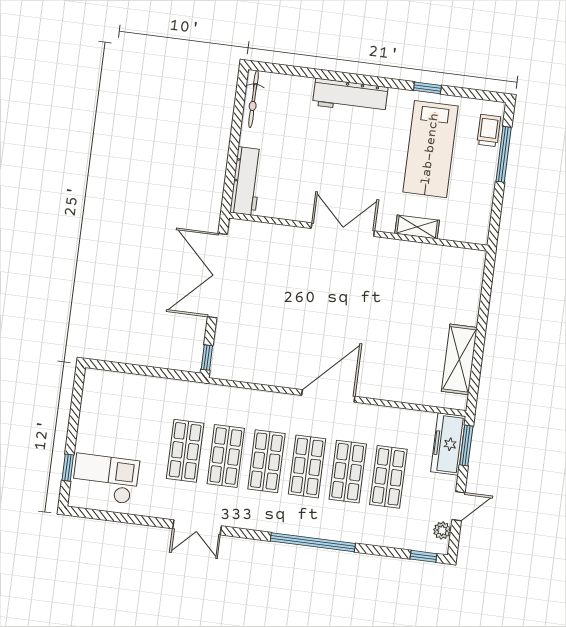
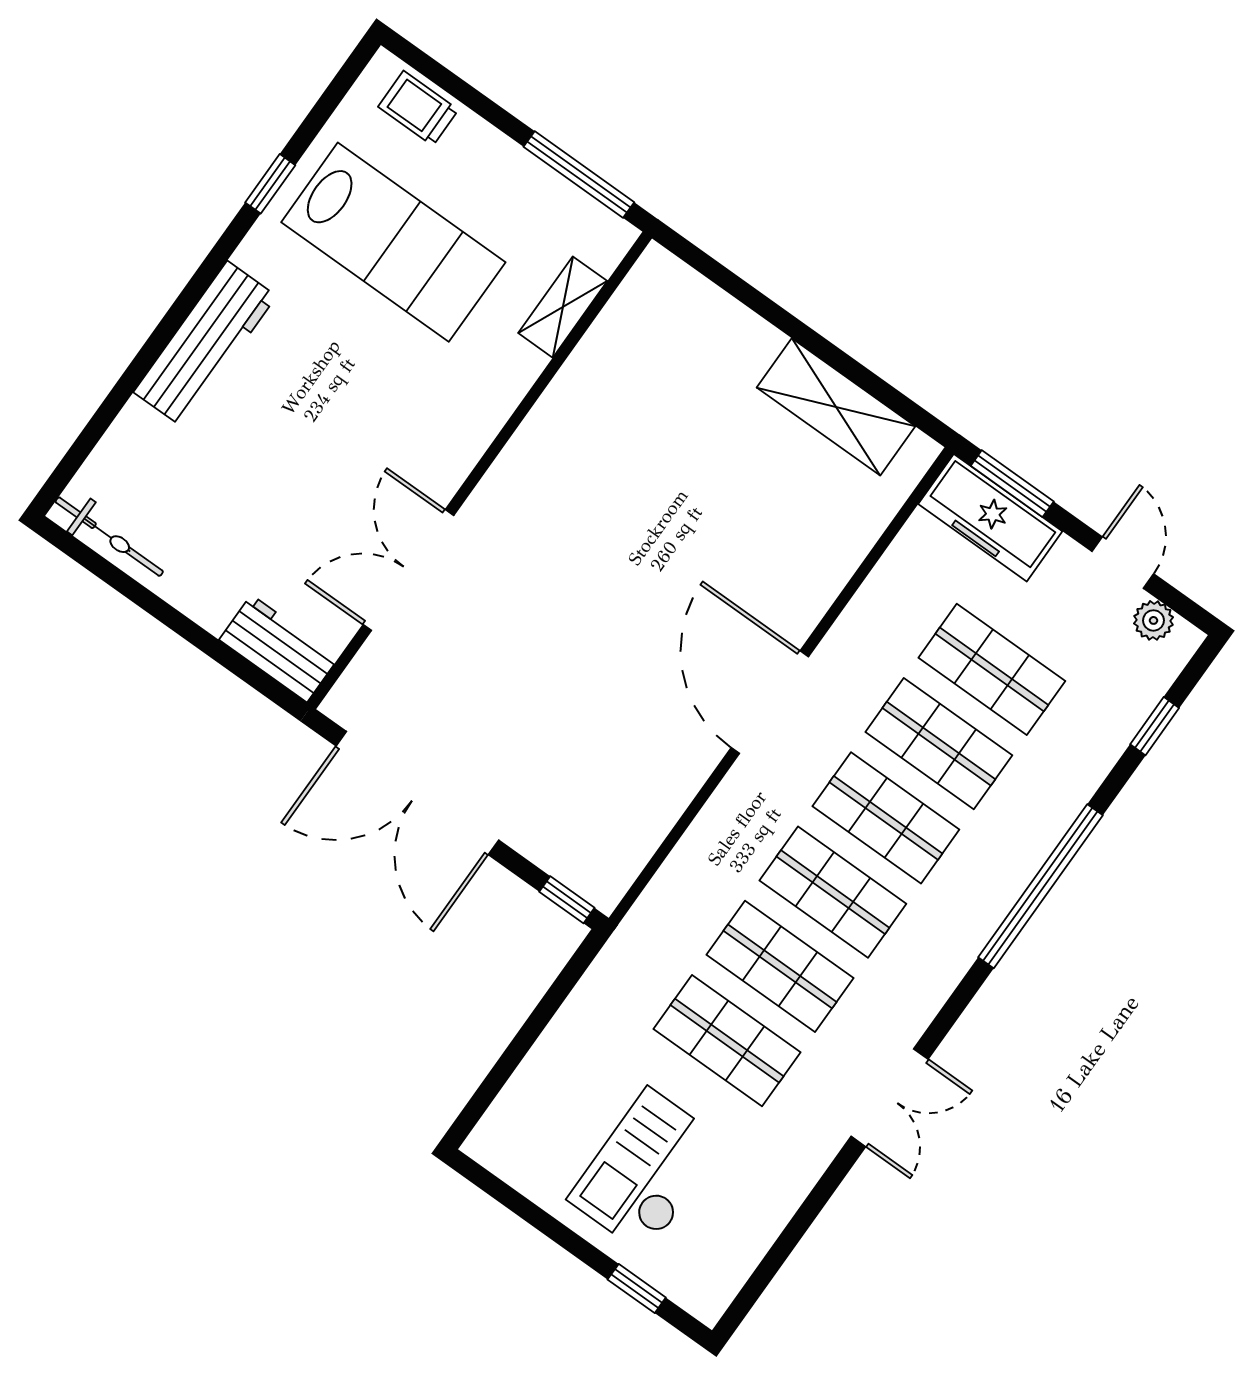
window: (504, 154) -> (579, 175), moved
workbench: (246, 181) -> (279, 648), width x0.73
shelving: (417, 227) -> (563, 307), moved
double door: (343, 230) -> (408, 570), moved
checkout: (106, 479) -> (647, 1171), moved
window: (423, 556) -> (1155, 726), moved

